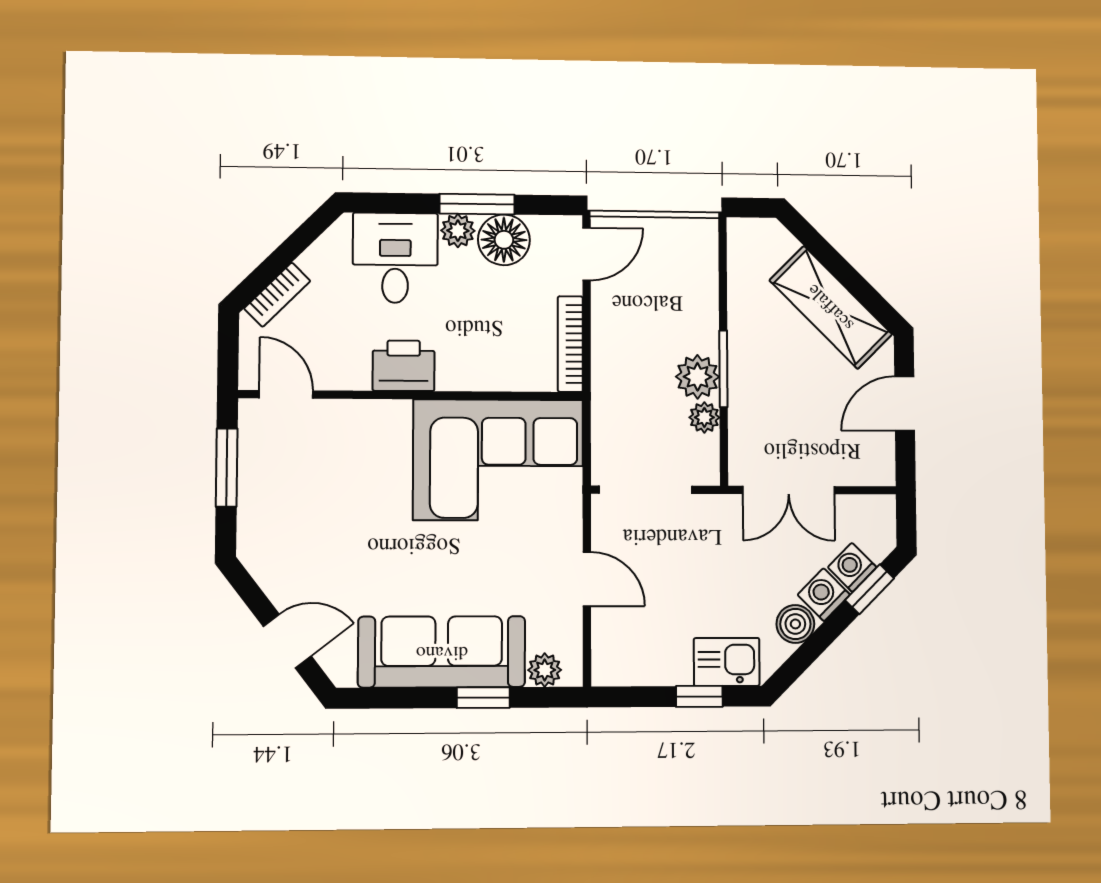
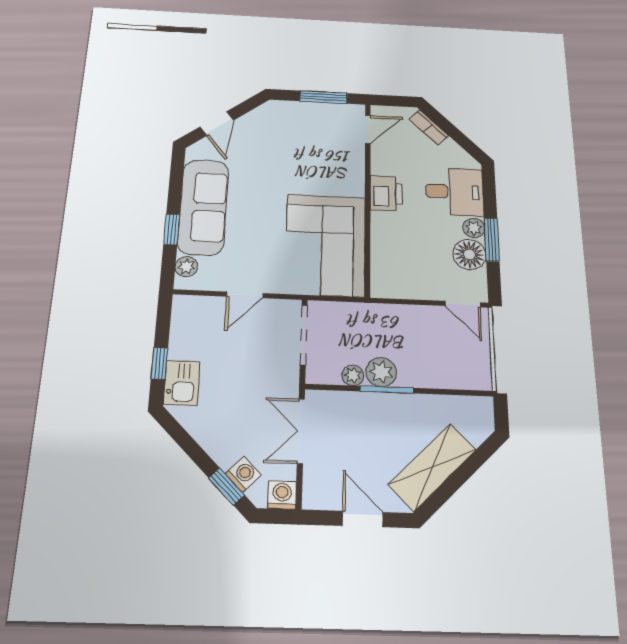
bookcase: (570, 344) -> (402, 292), removed
washing machine: (824, 595) -> (282, 495), moved, turned -45
boiler: (795, 624) -> (205, 431), removed

